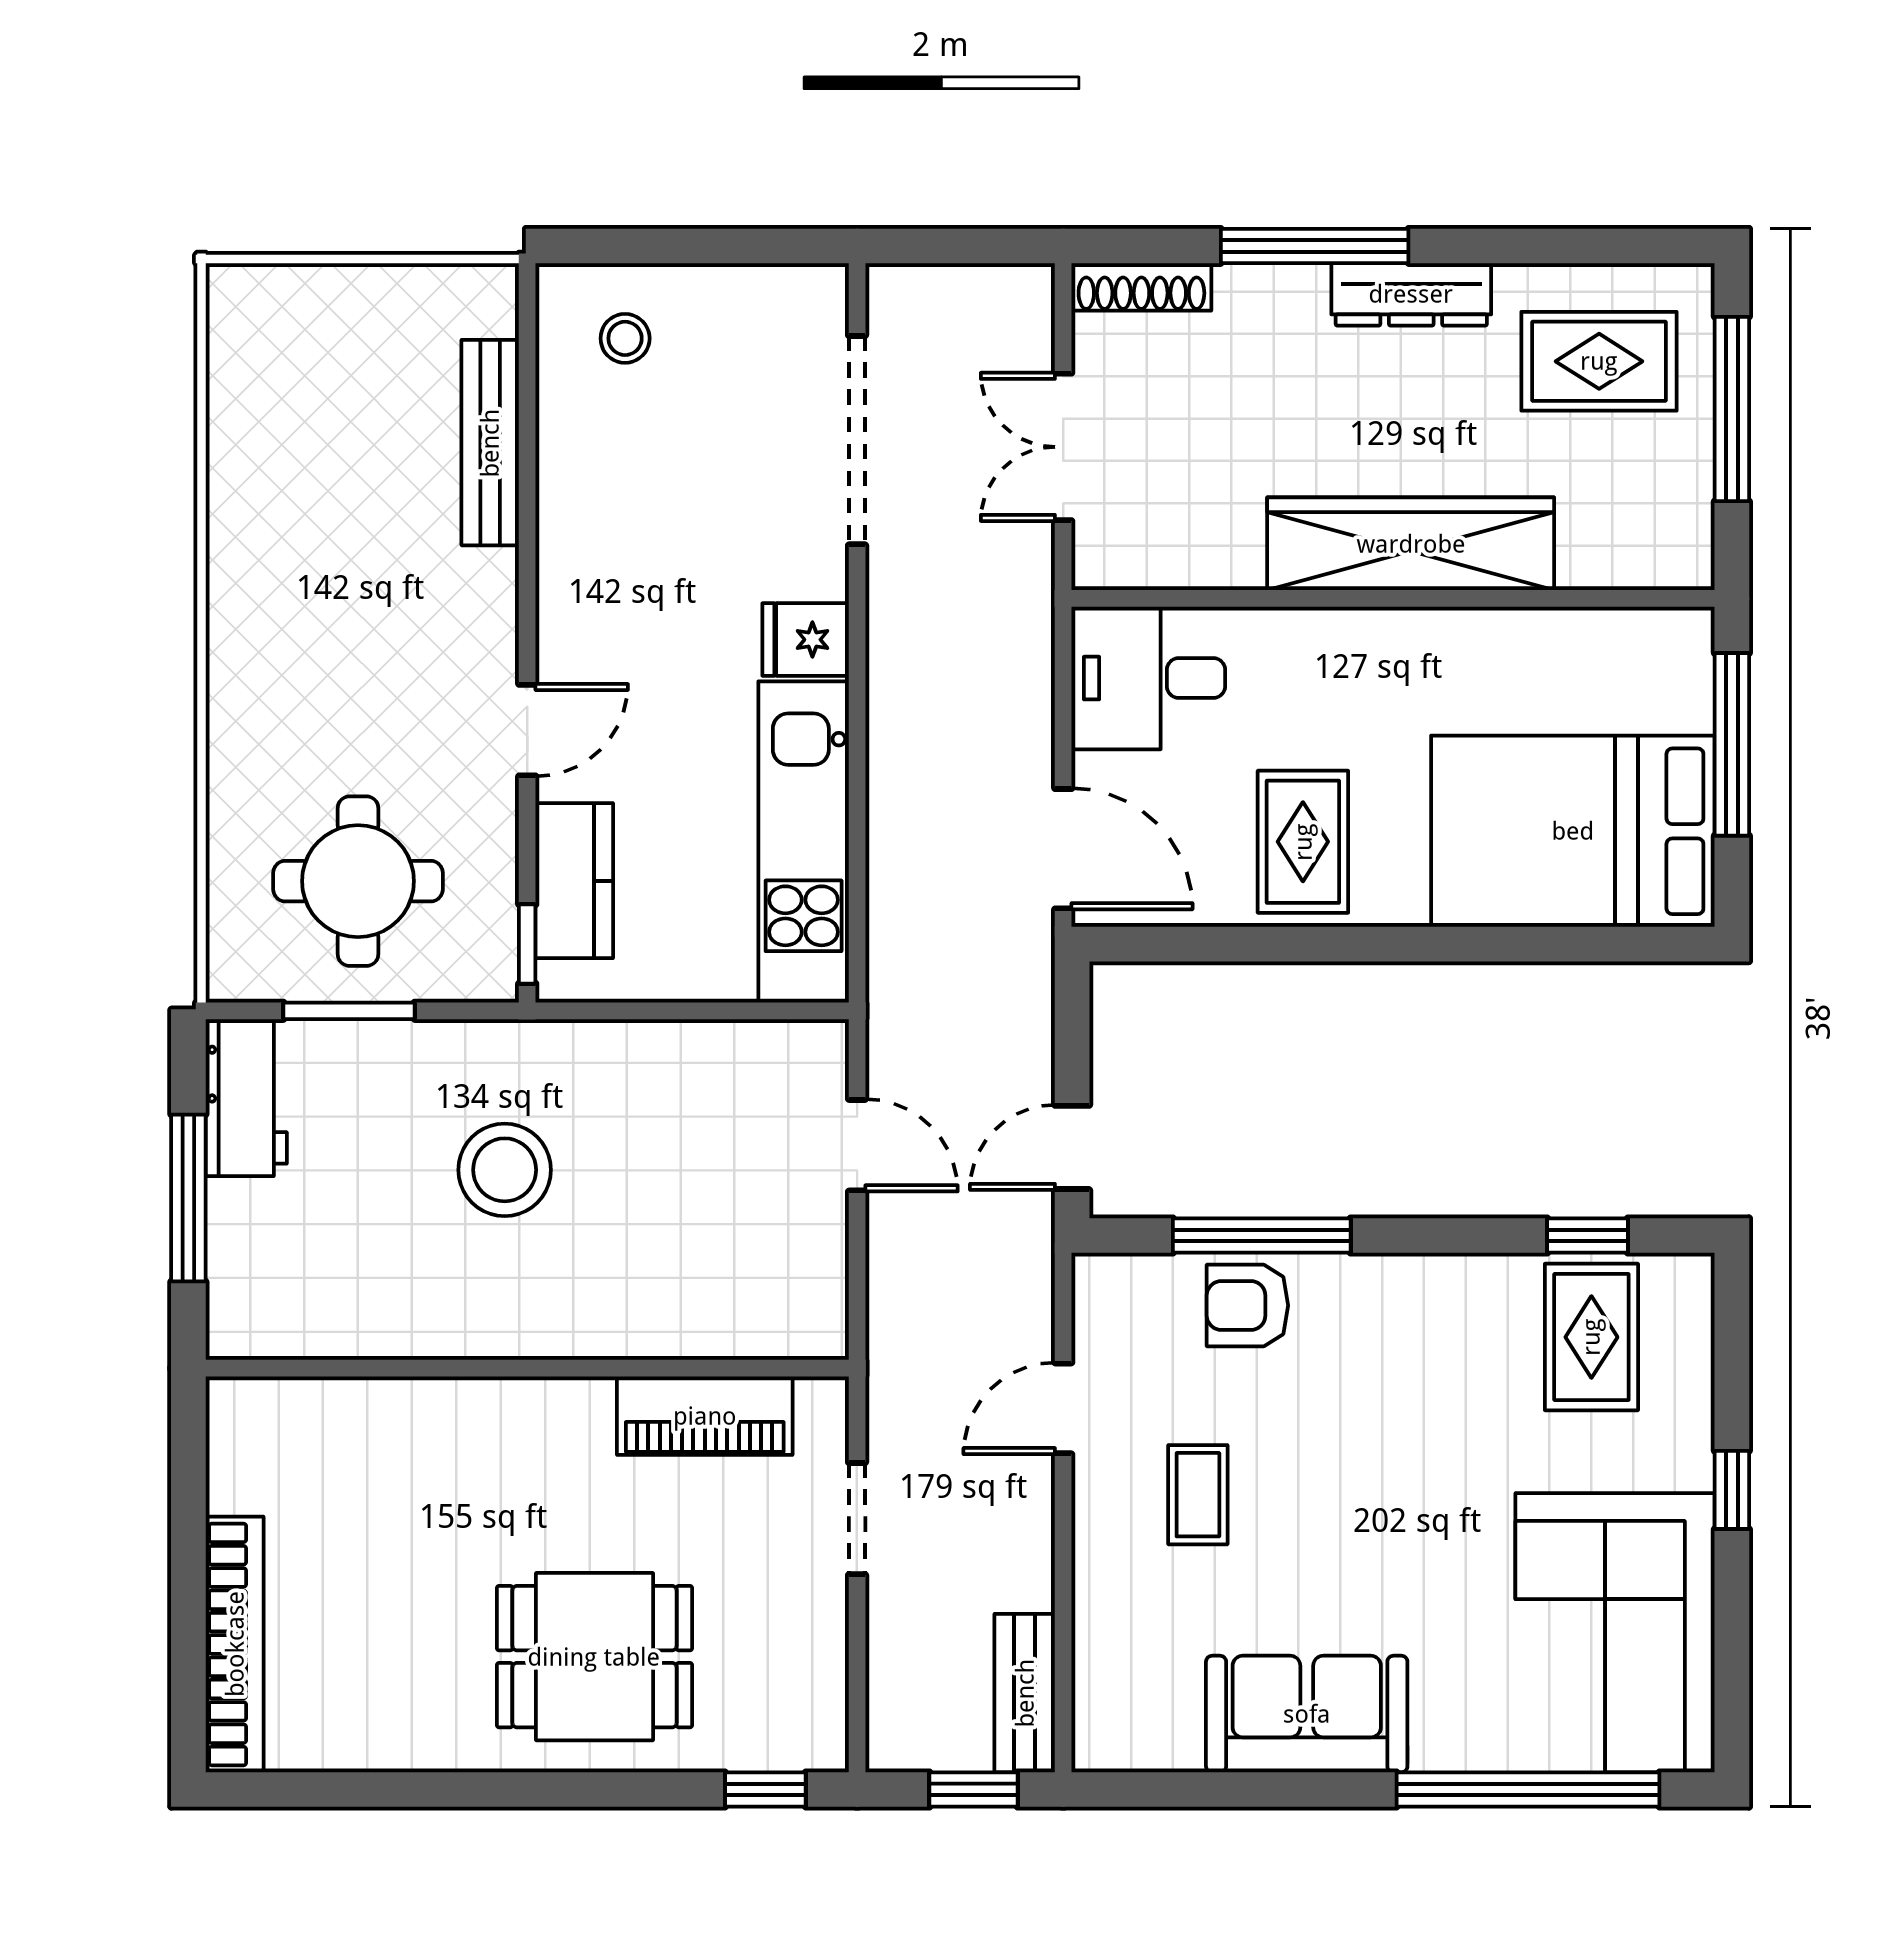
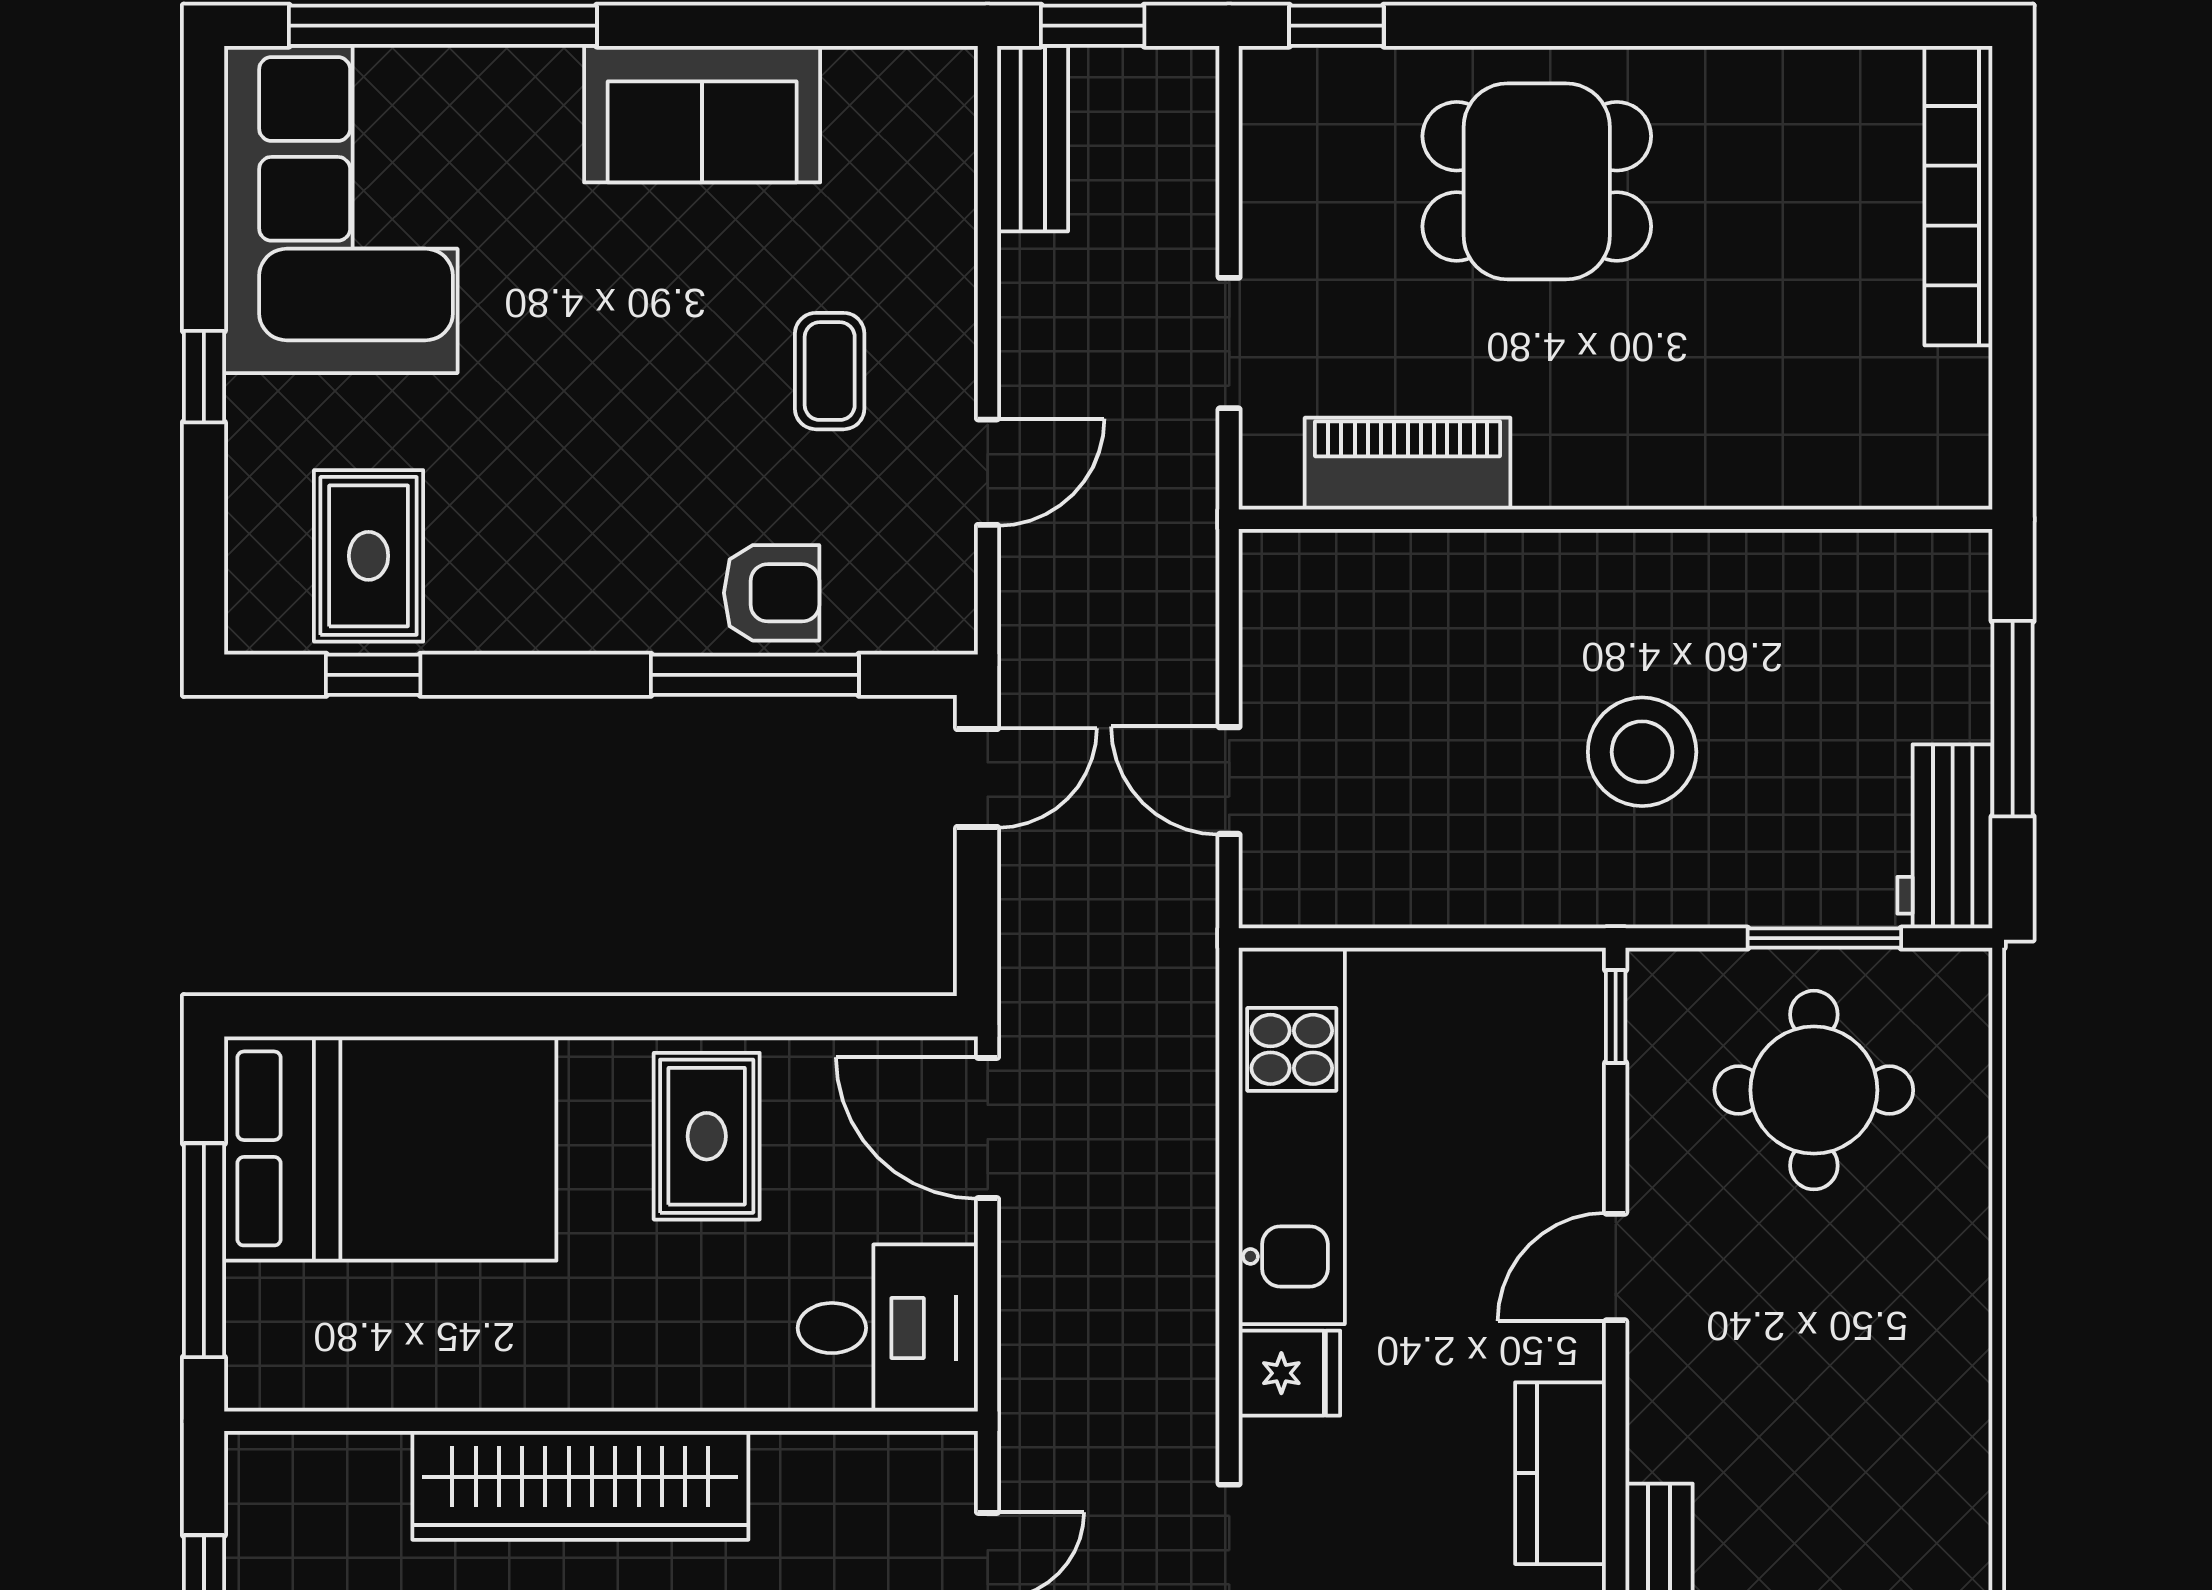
kitchen counter: (574, 881) -> (1560, 1473), moved

